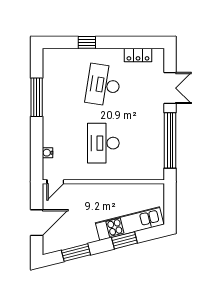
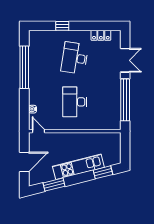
window: (37, 97) -> (24, 67), width x1.46
door: (55, 182) -> (39, 131), swing flipped
kitchen unit: (130, 224) -> (78, 167), moved
window: (124, 240) -> (103, 172), moved

